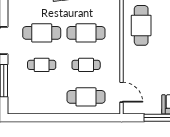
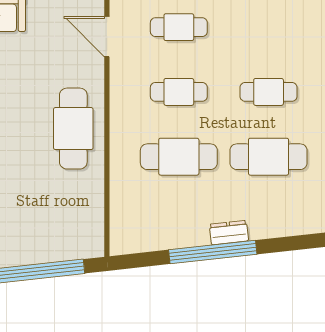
cafe table: (141, 25) -> (73, 129), moved
cafe table: (86, 97) -> (179, 27), width x0.73, depth x0.74

